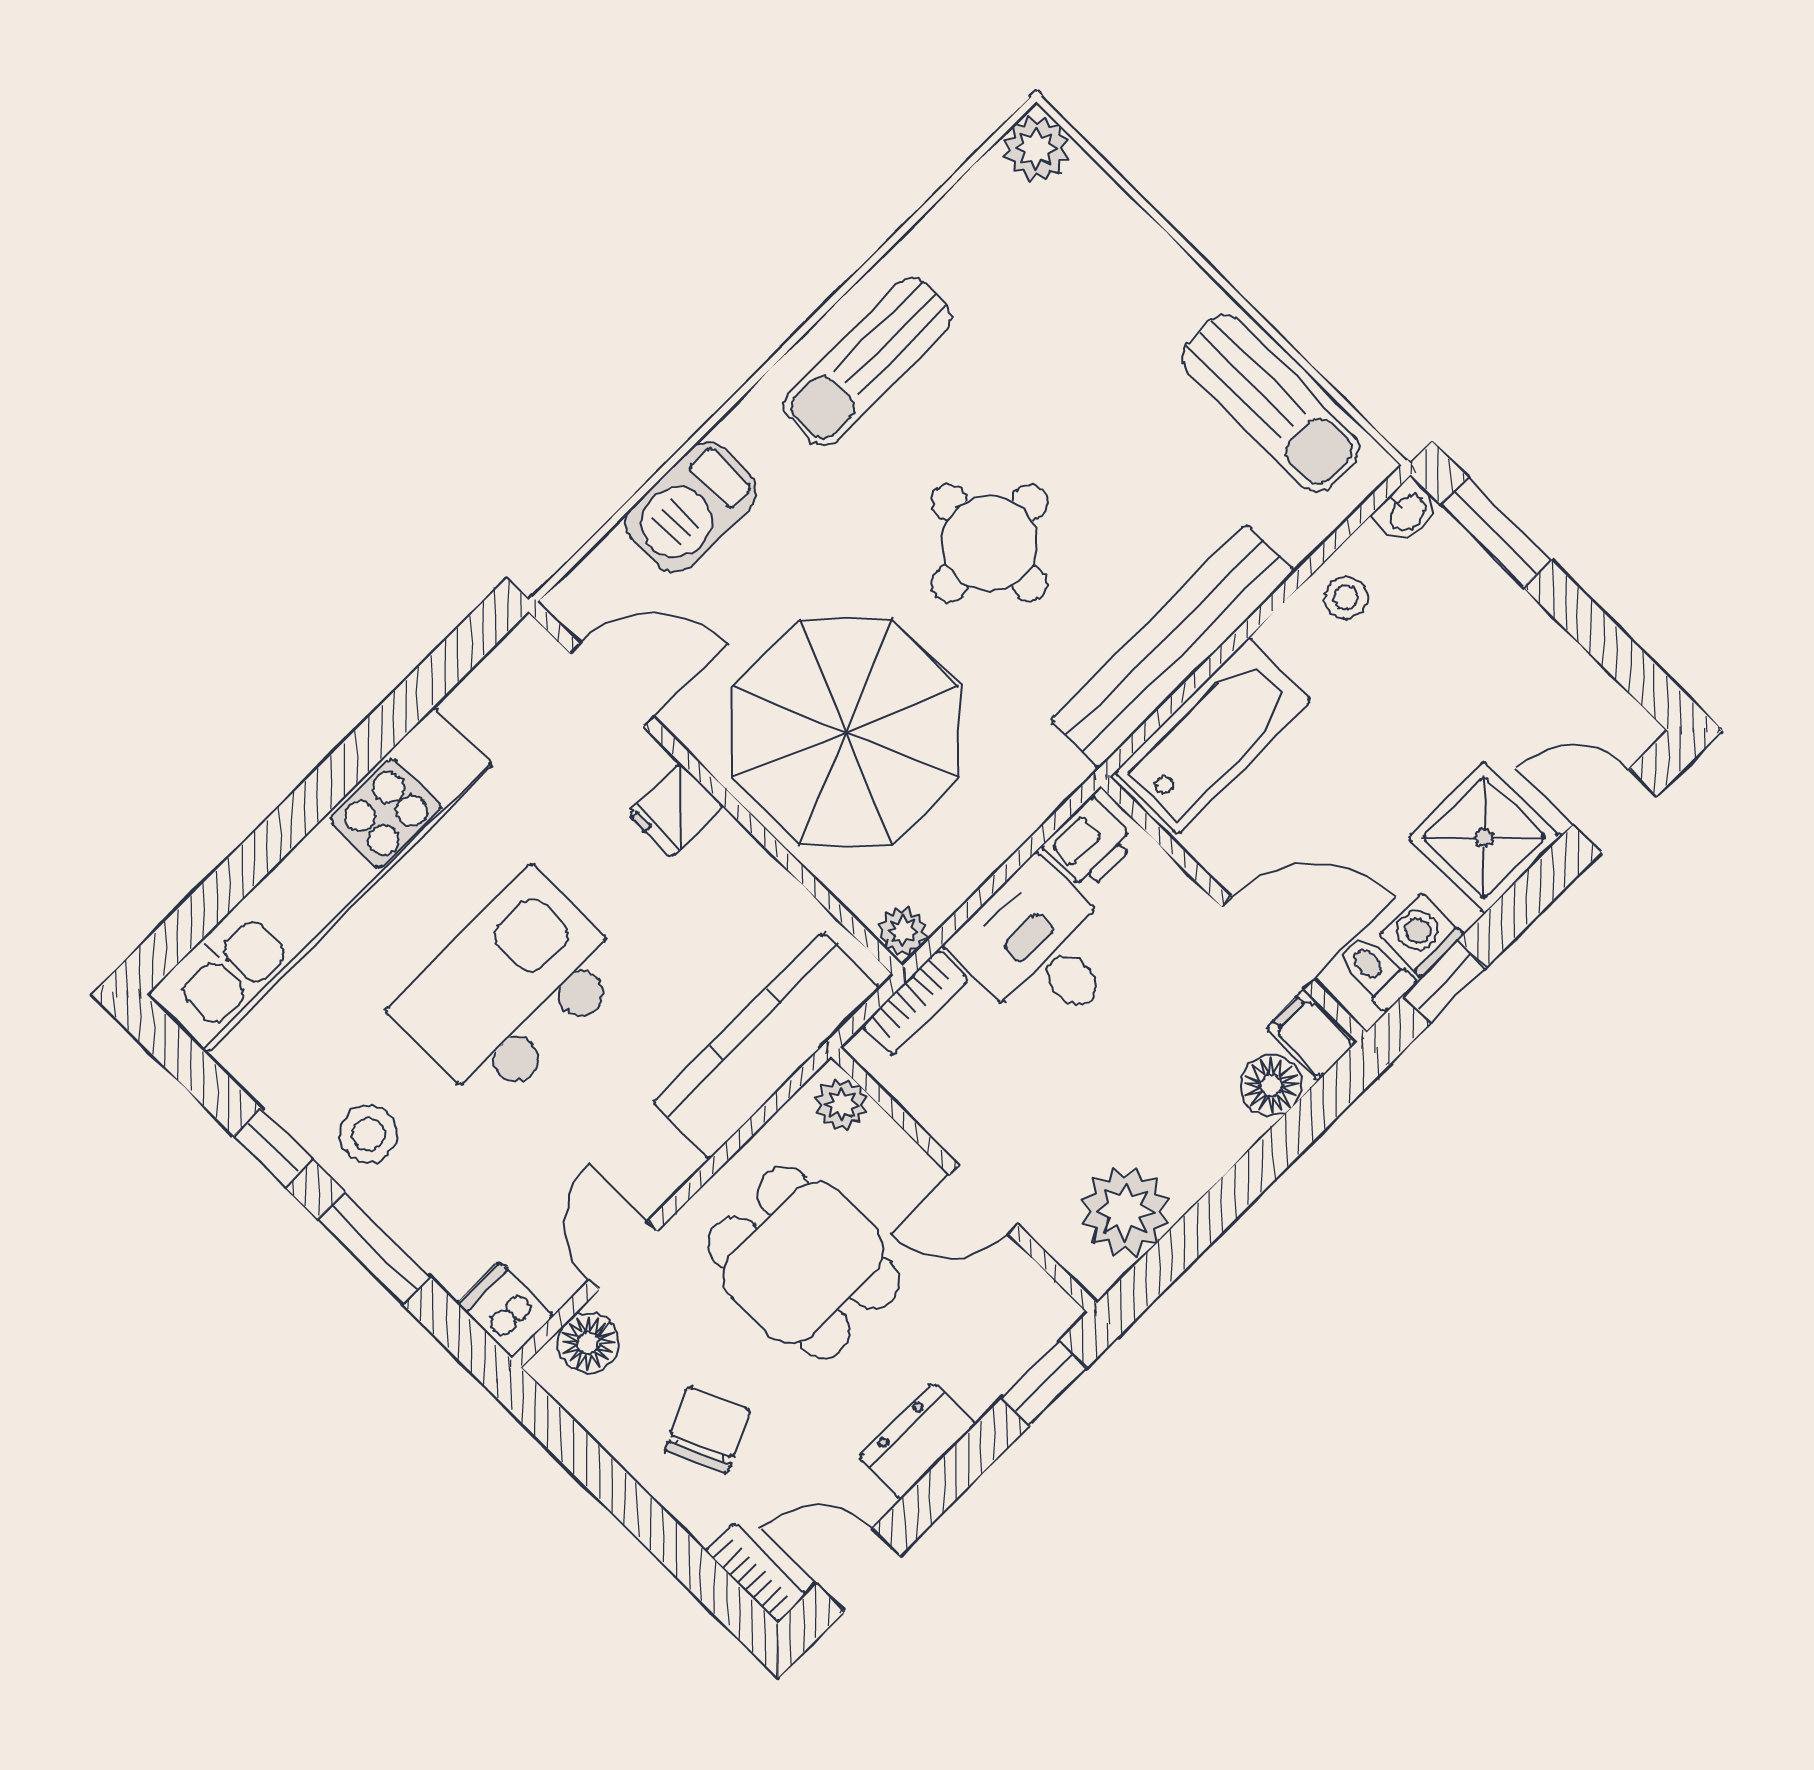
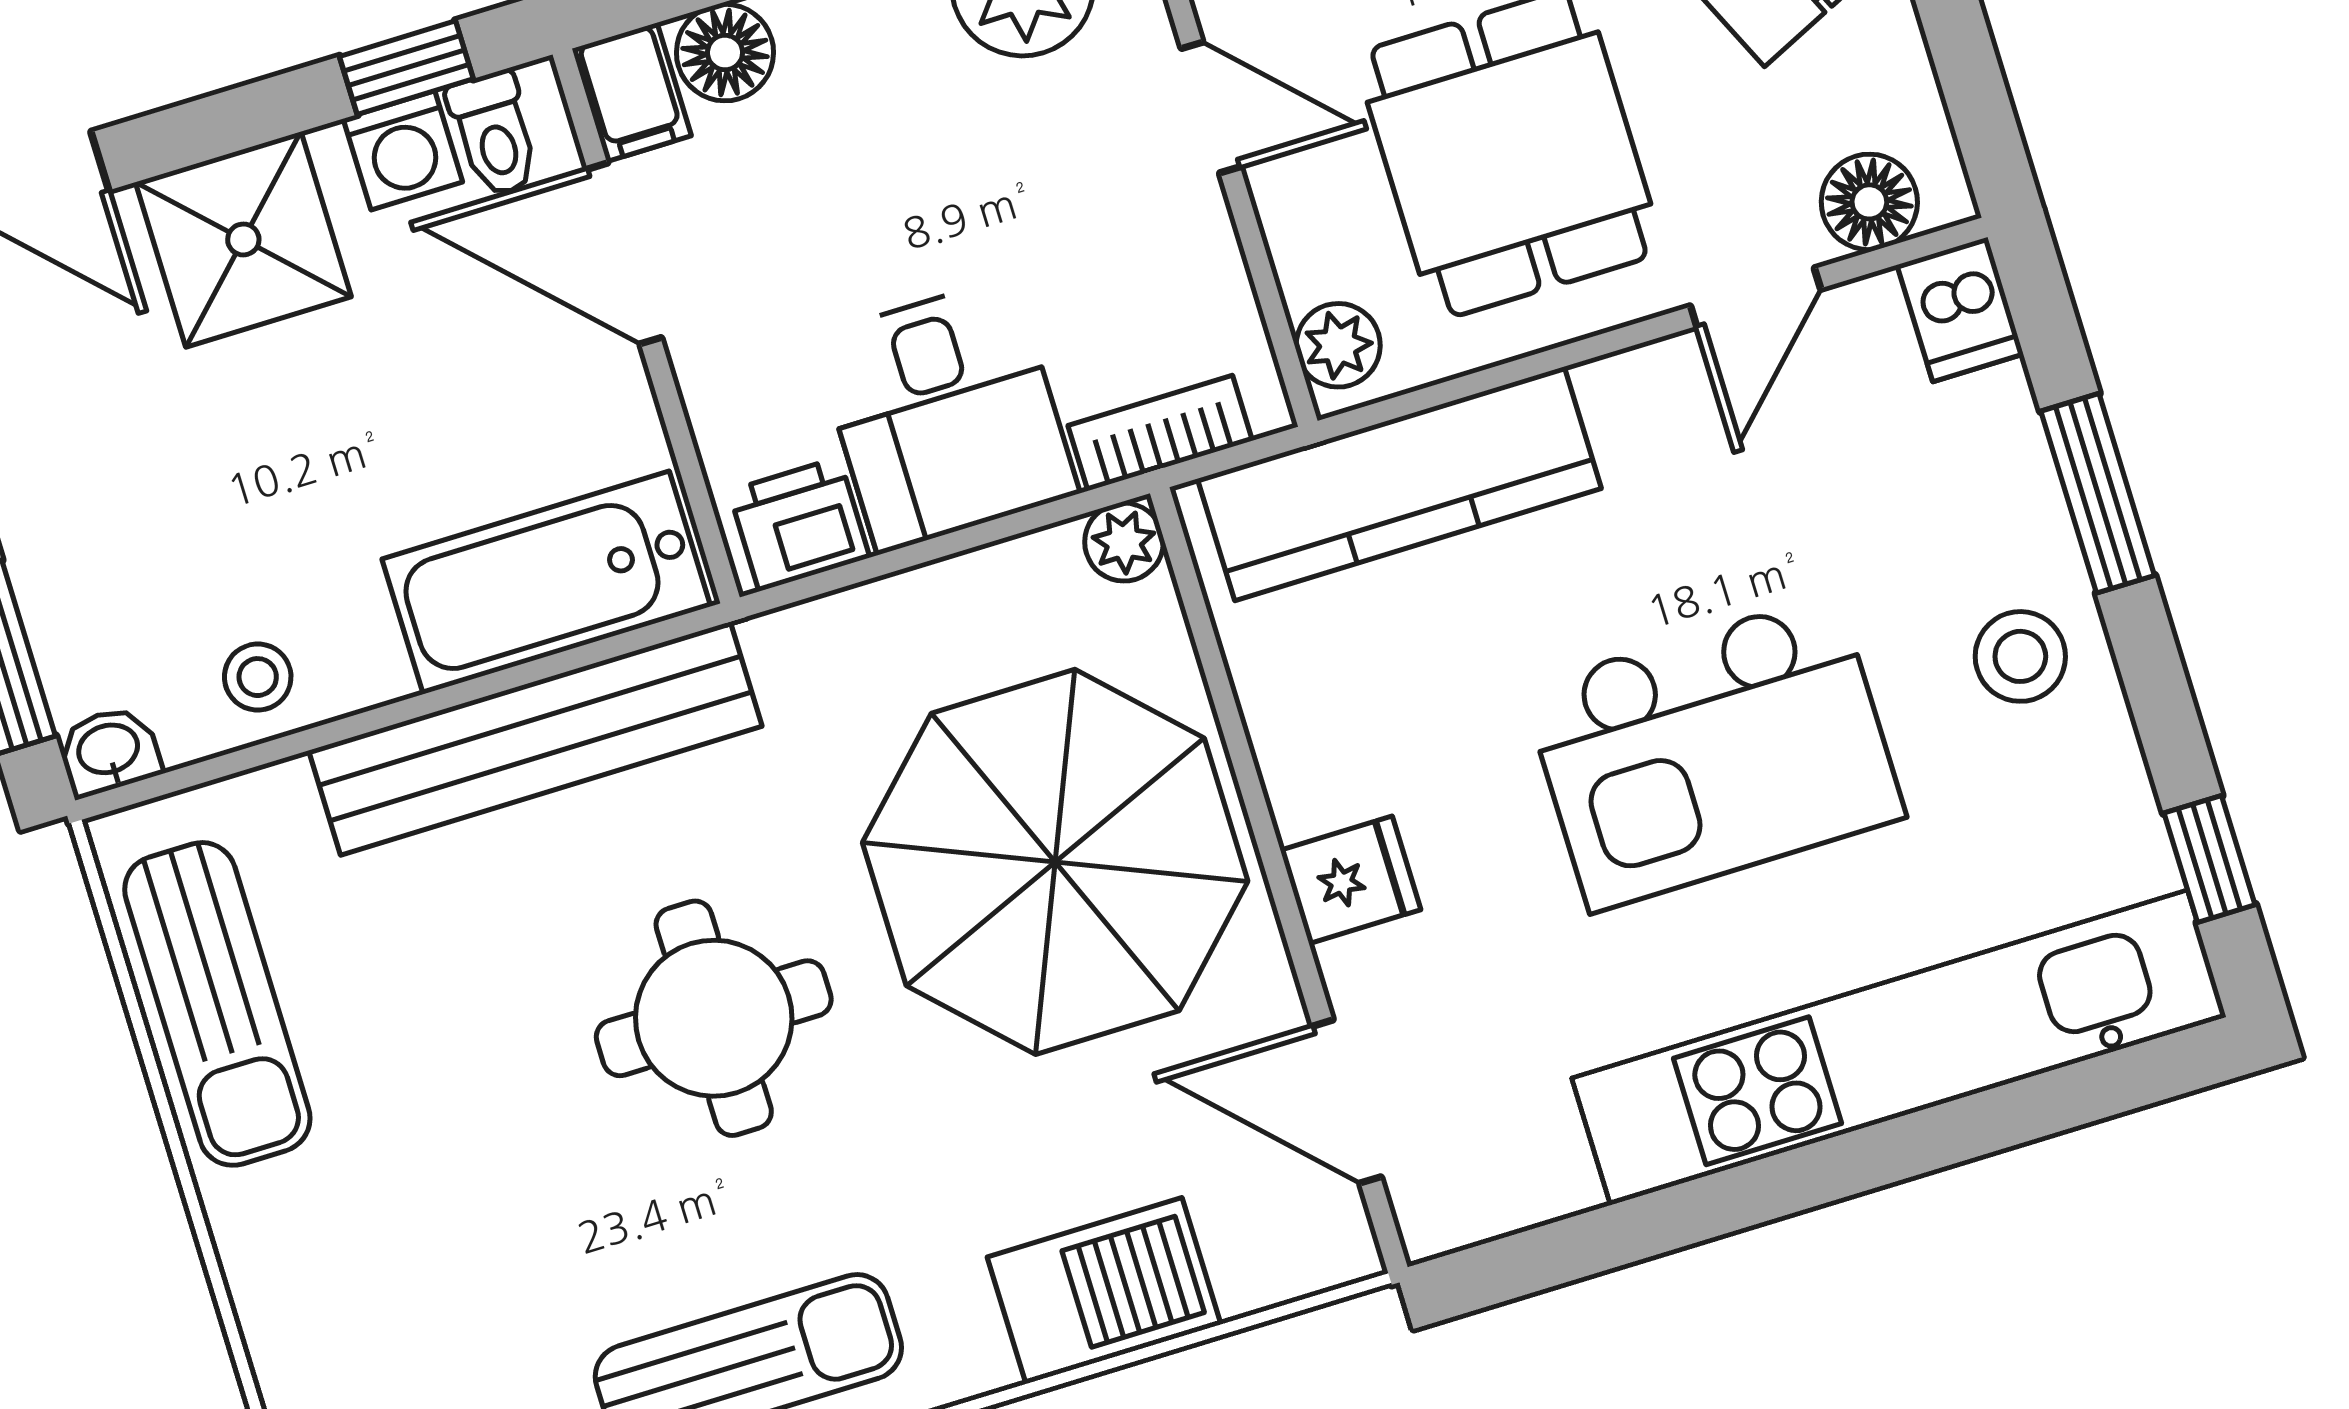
sun lounger: (1271, 403) -> (217, 1004), turned 180
window: (273, 1148) -> (2210, 859), moved

